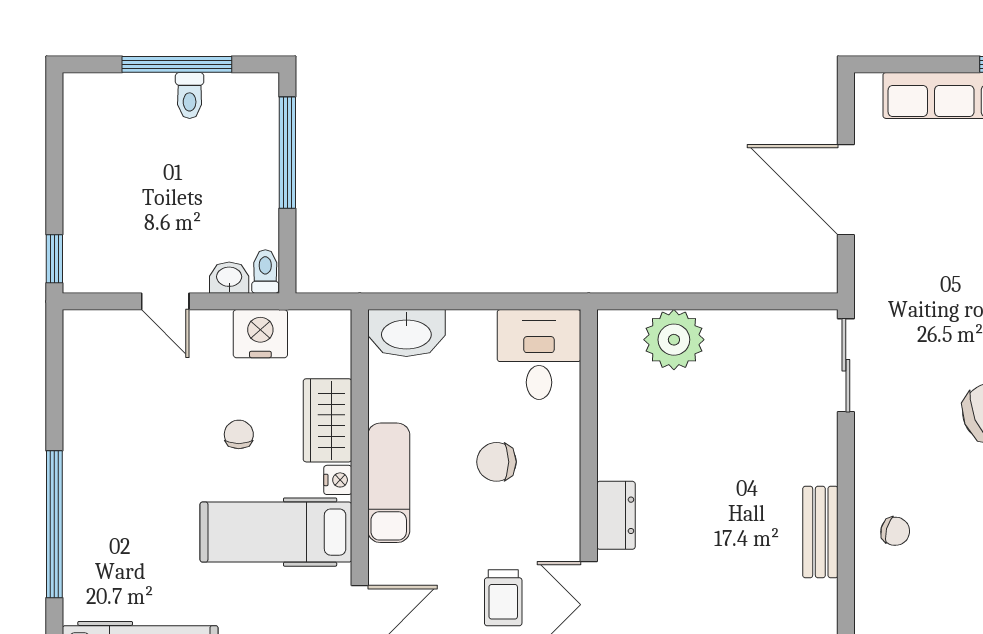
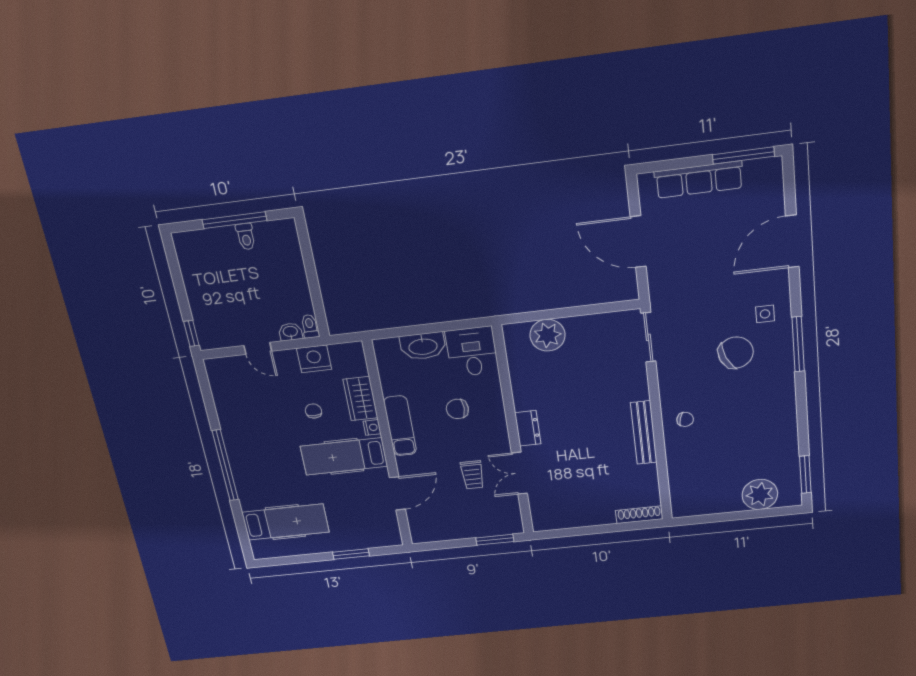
window: (287, 153) -> (309, 261), removed
washbasin: (406, 333) -> (423, 346), moved
bench: (820, 532) -> (644, 433), width x1.36

